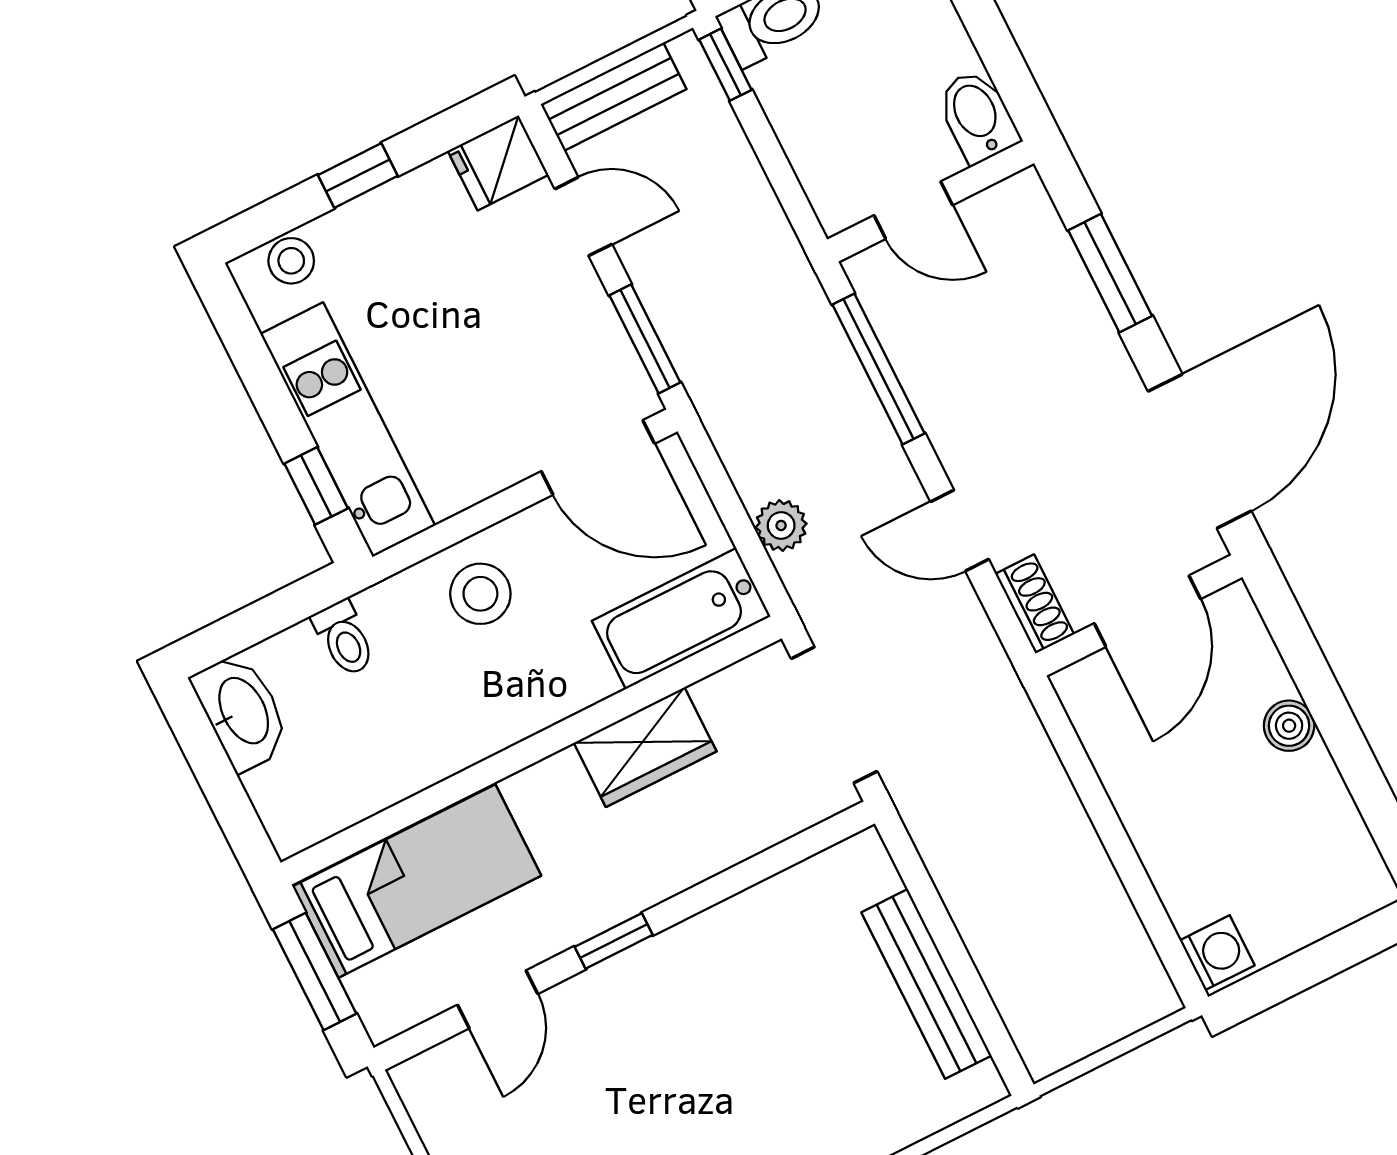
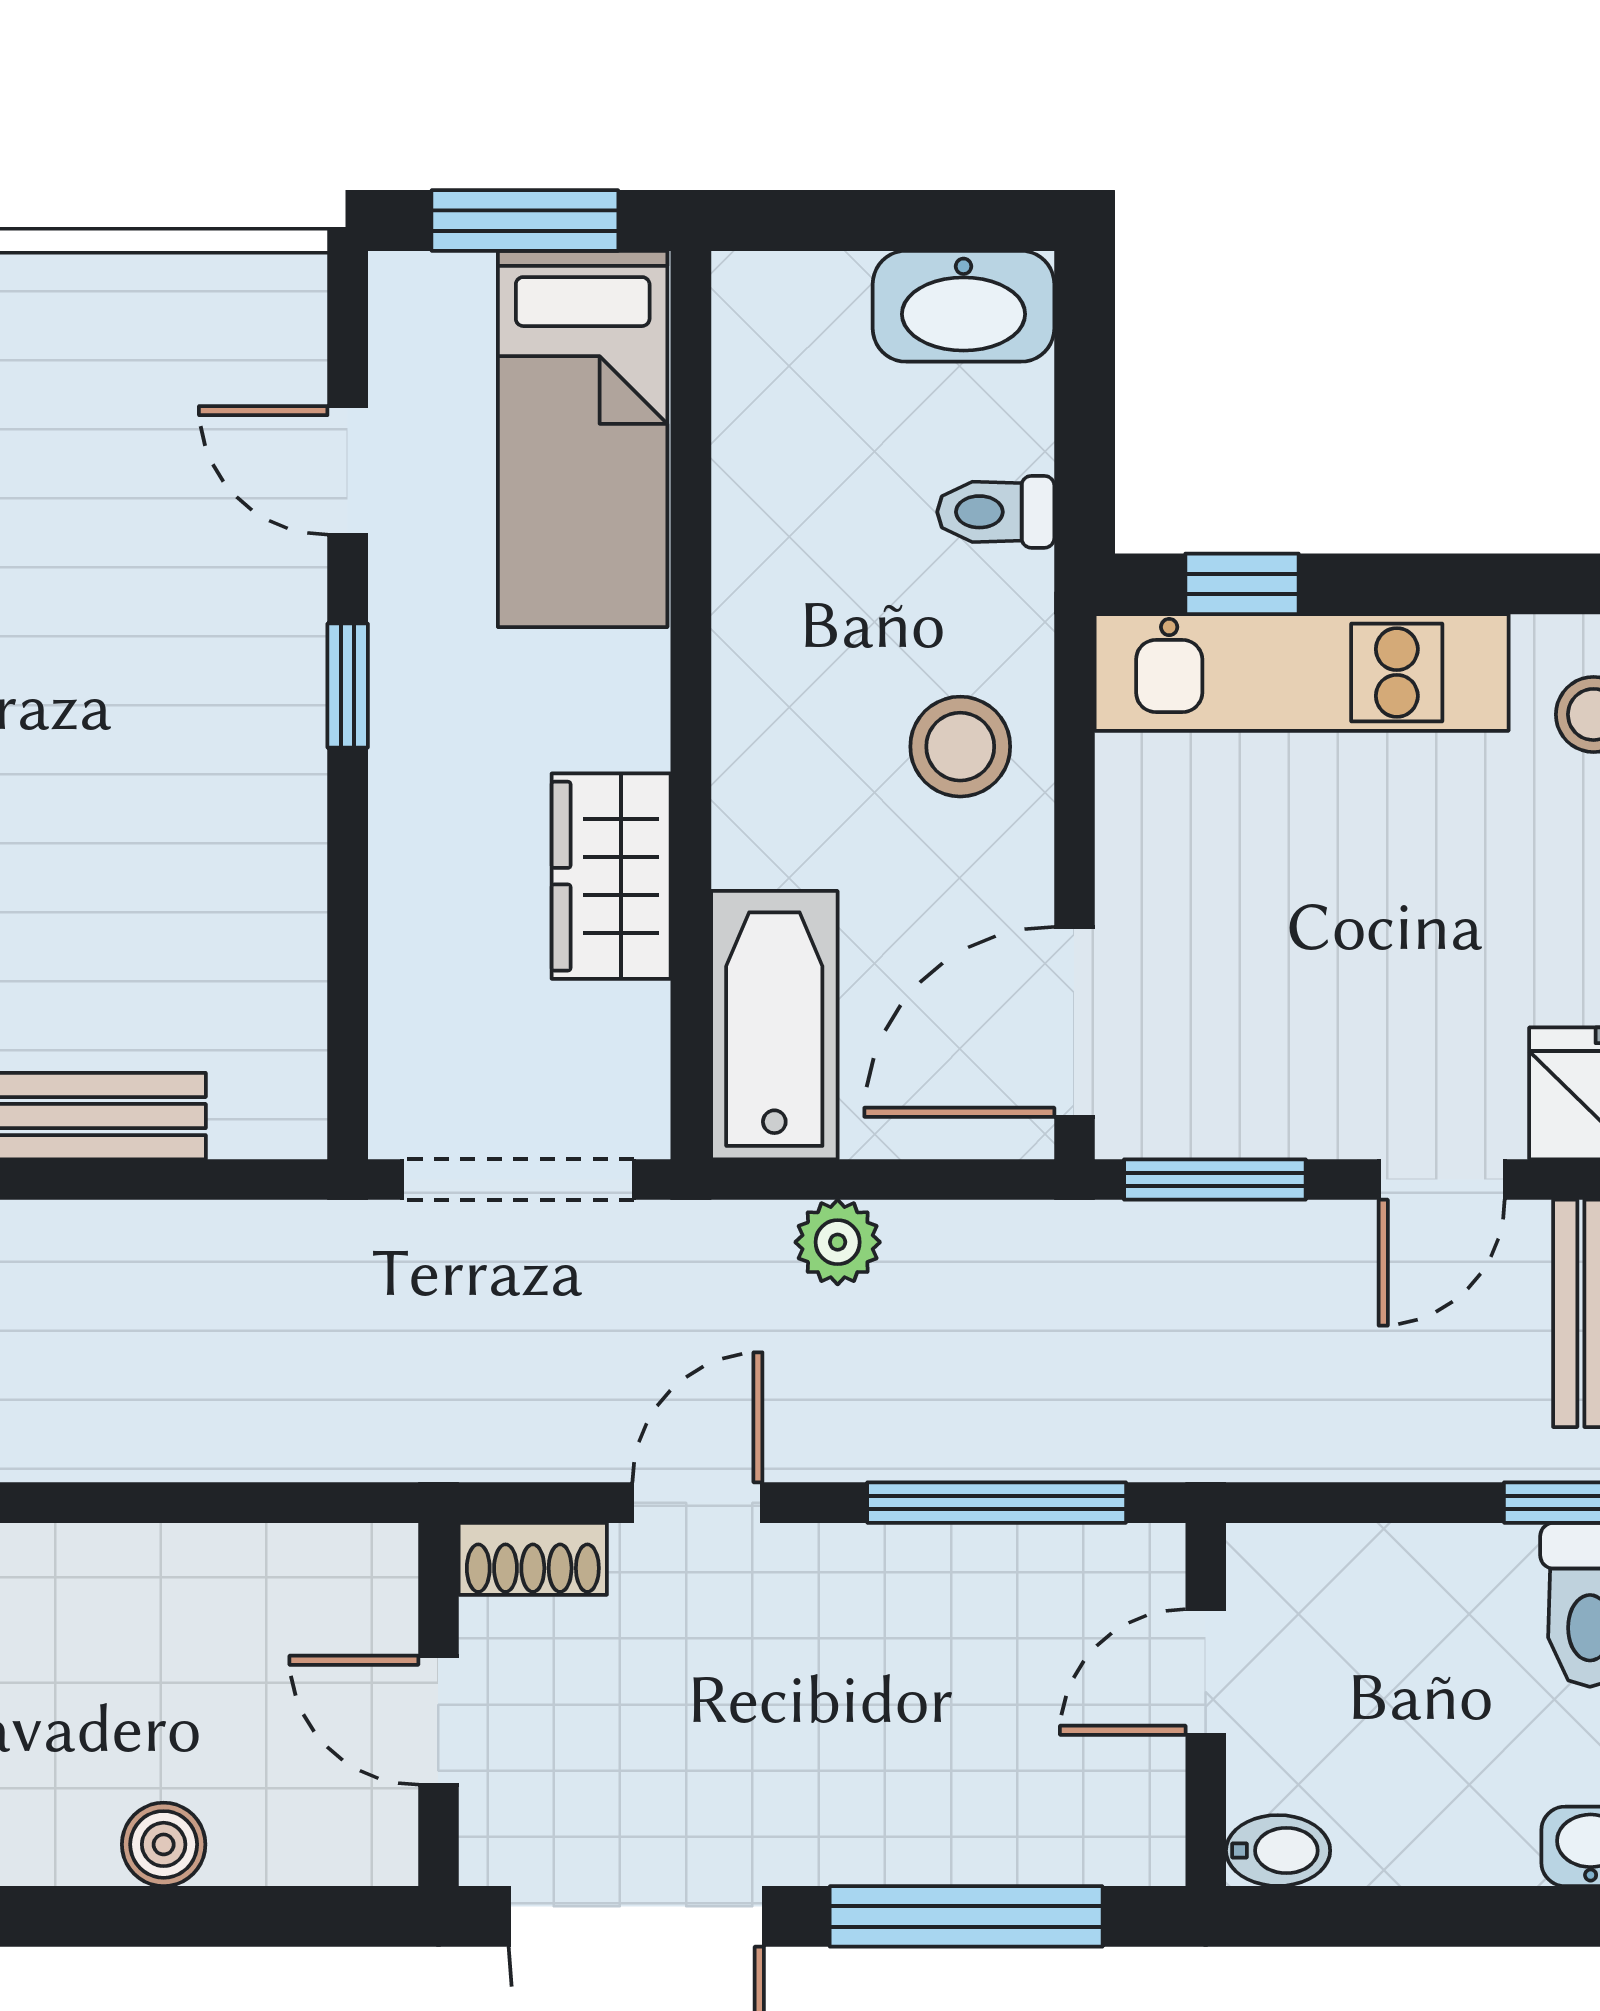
bidet: (977, 116) -> (1278, 1851), width x0.72, depth x0.74
window: (1110, 273) -> (966, 1916), width x1.44
door: (1147, 611) -> (438, 1720), width x0.73

